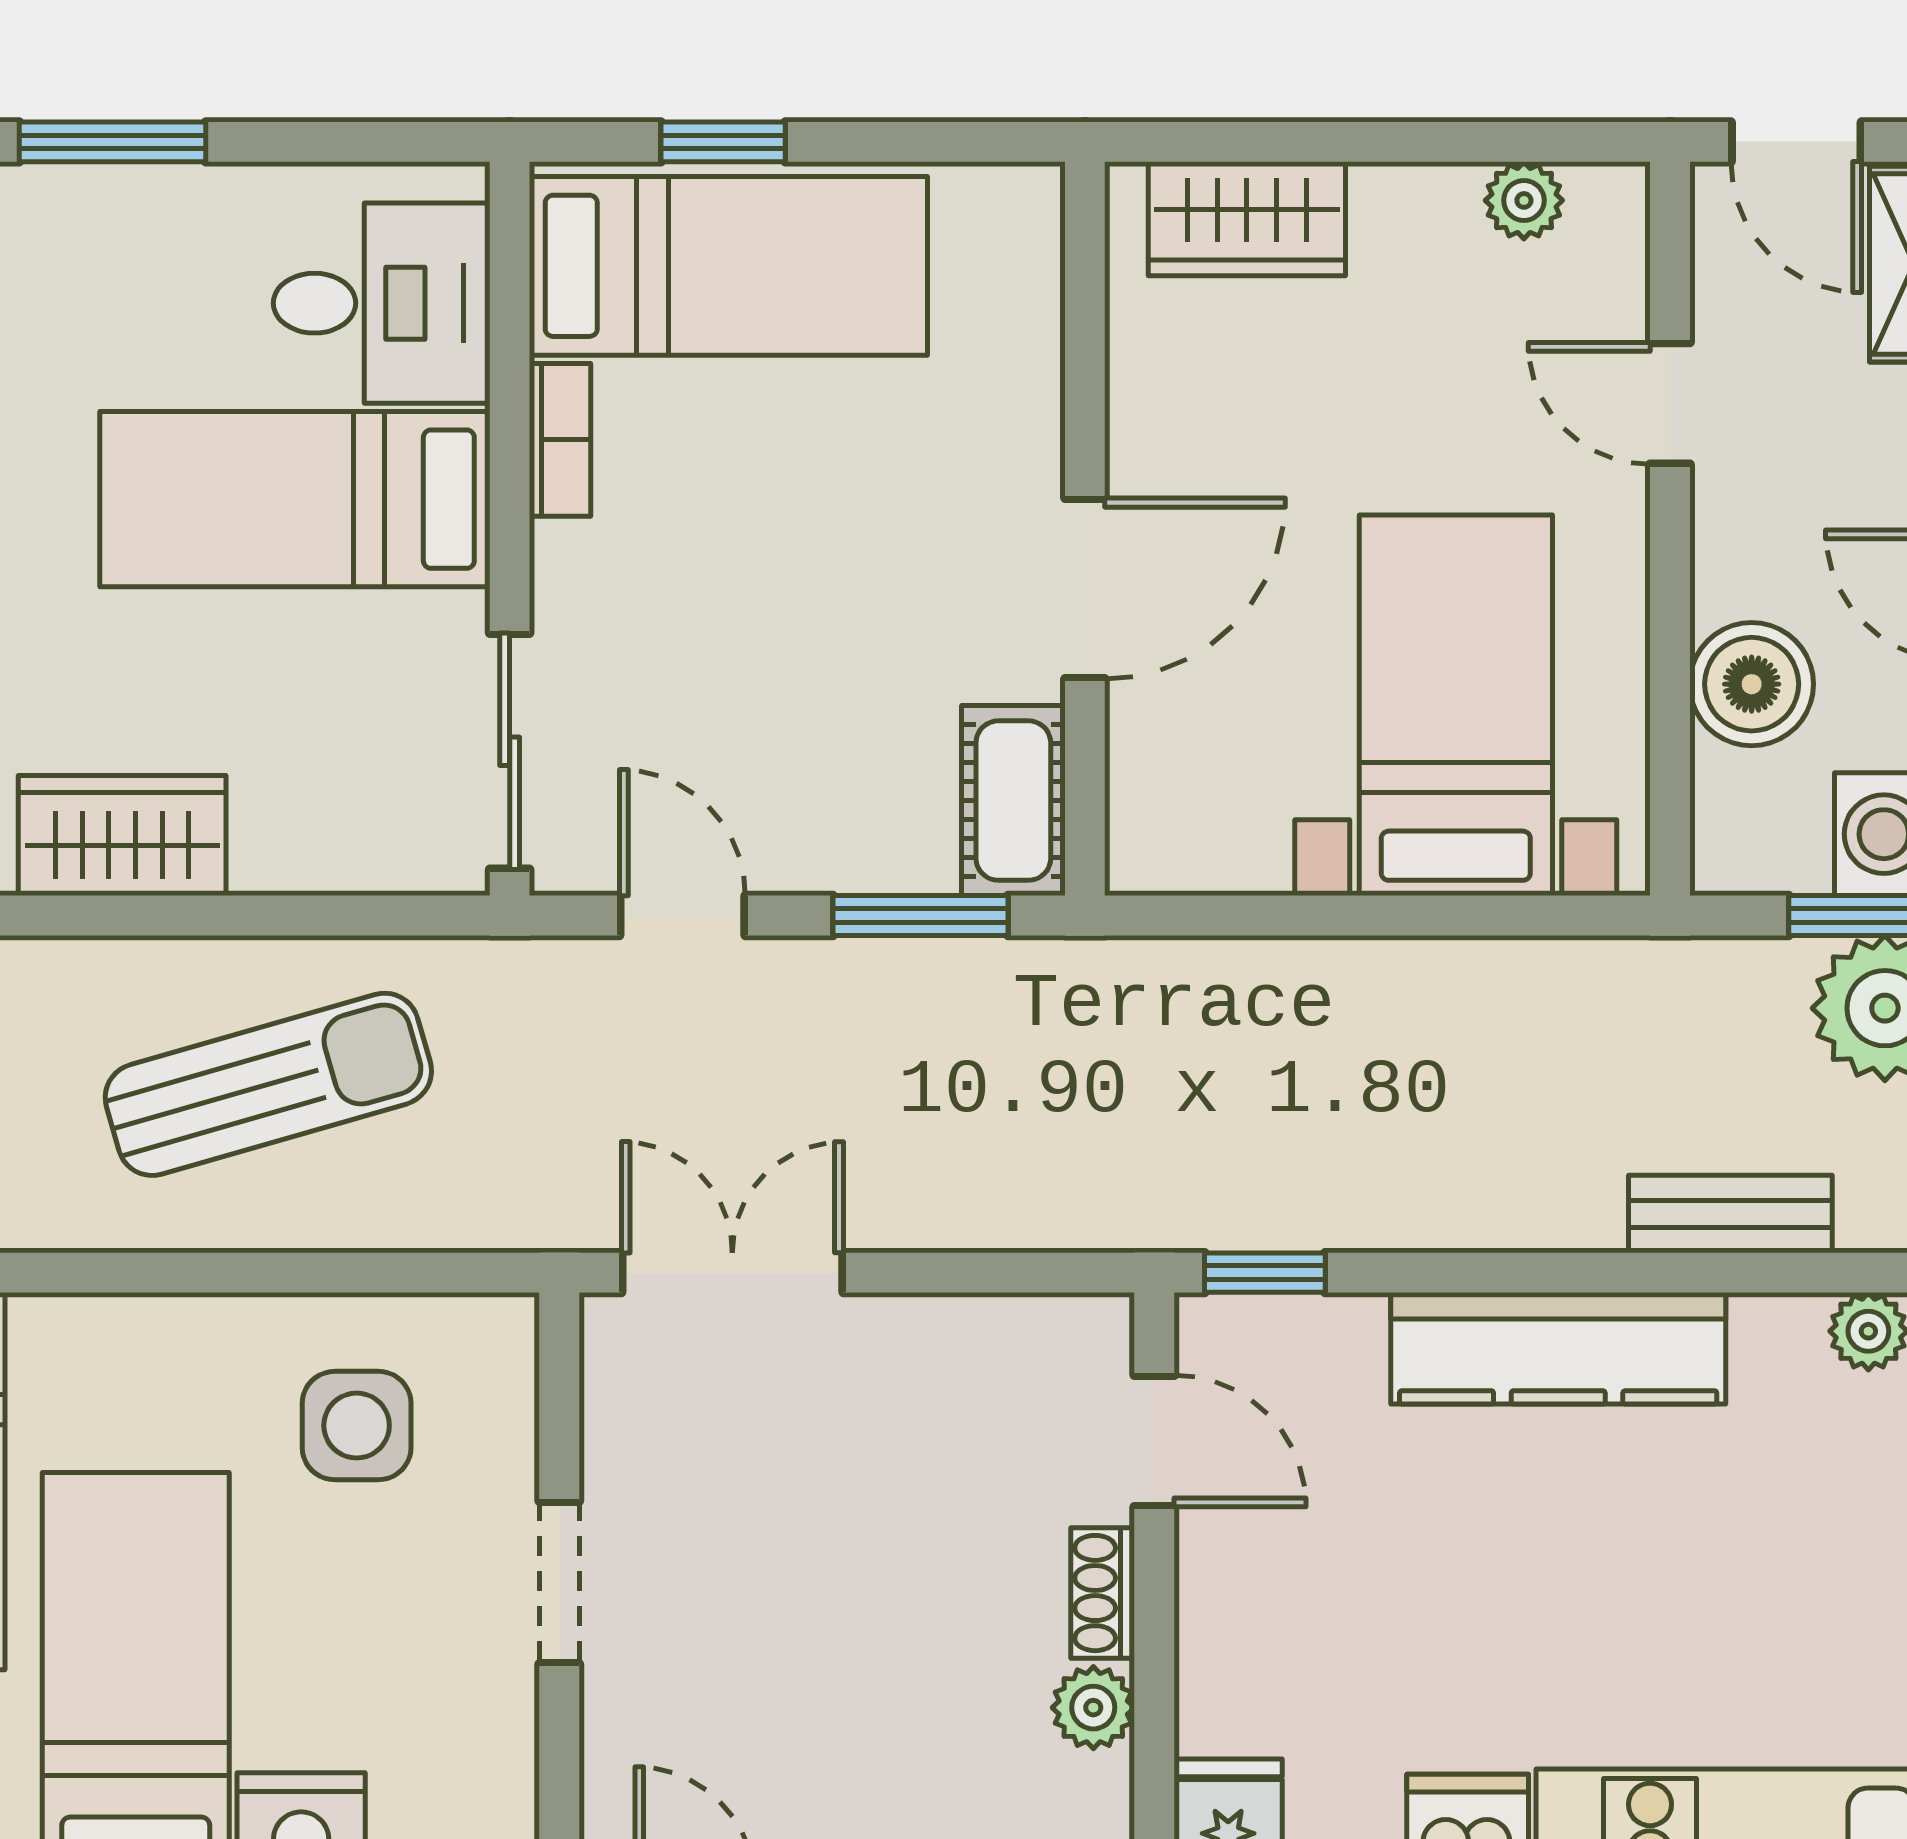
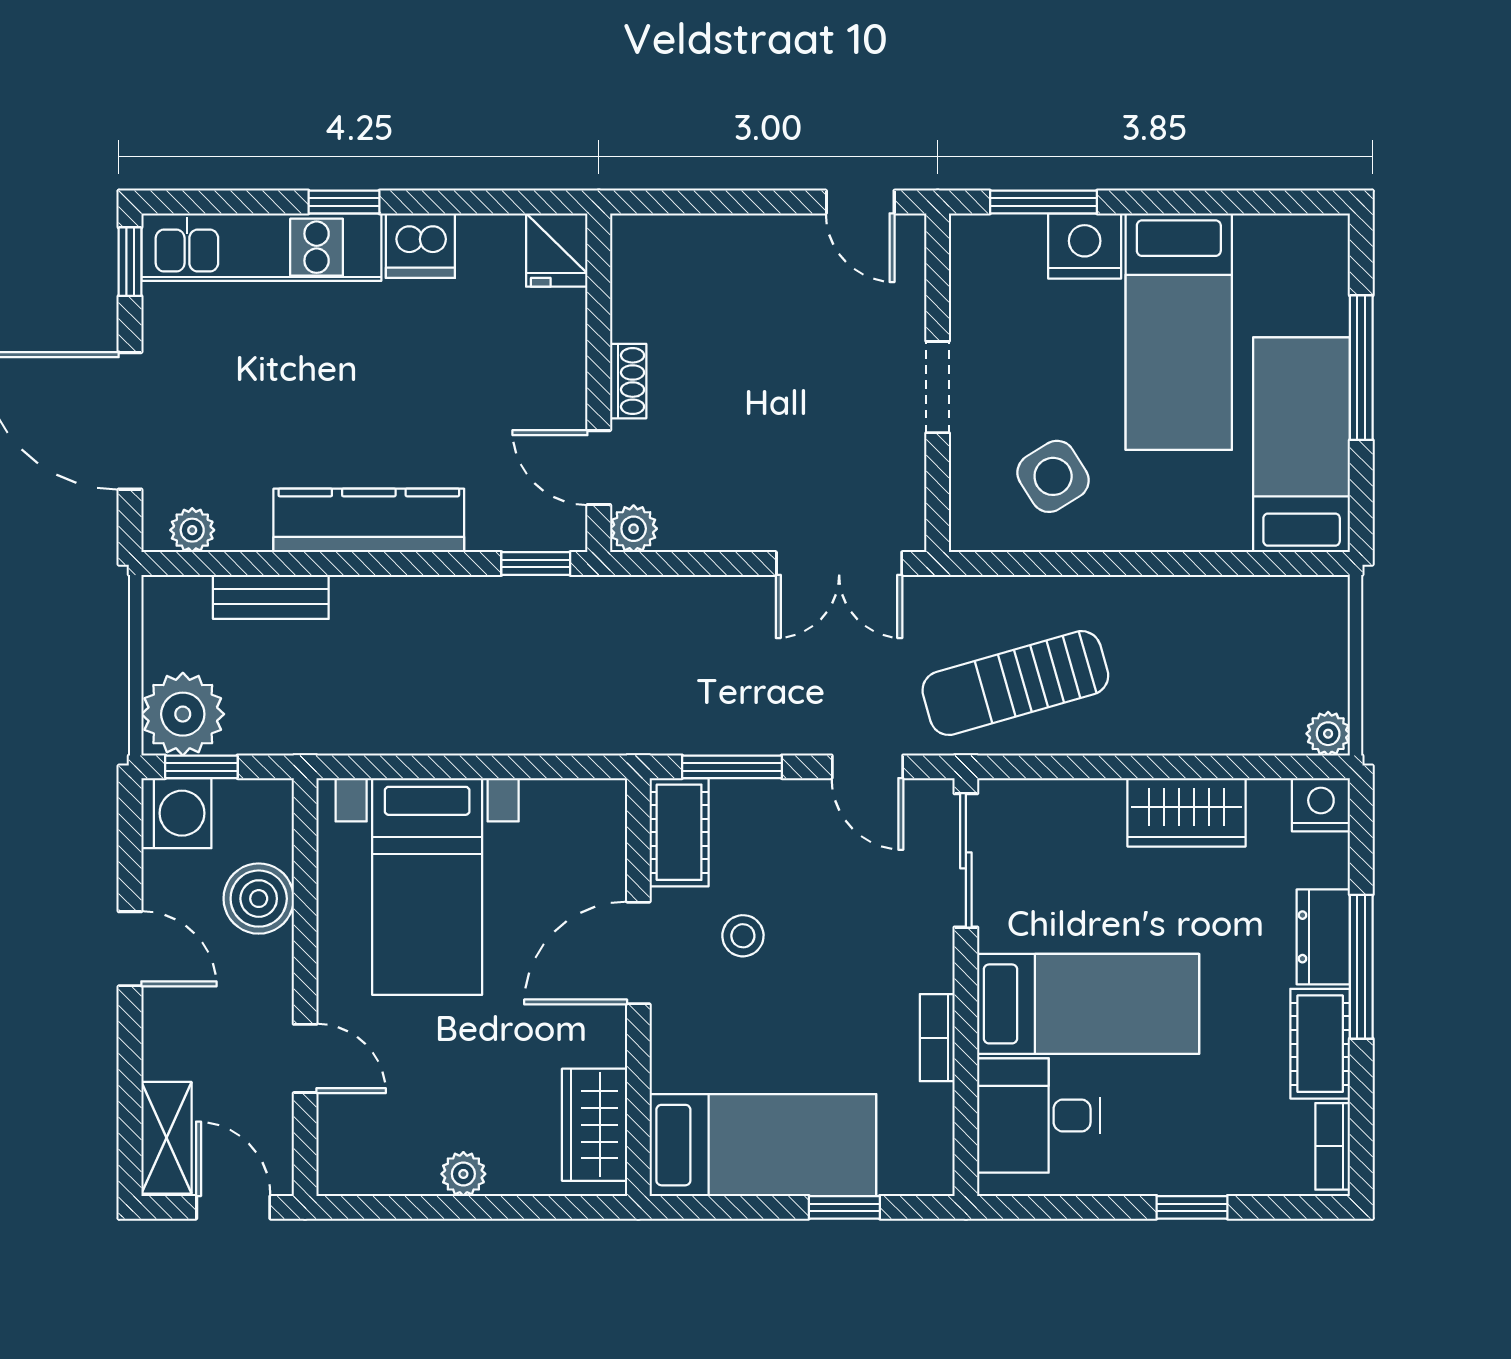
window: (113, 142) -> (1192, 1207), width x0.67
plant: (1524, 200) -> (463, 1174), moved
wardrobe: (1247, 219) -> (595, 1125), moved, turned -90
bed: (728, 266) -> (763, 1145), moved, turned 180
stool: (901, 619) -> (743, 936), added
sun lounger: (268, 1084) -> (1015, 683), moved
side table: (357, 1426) -> (1053, 476), turned -32
plant: (1093, 1708) -> (634, 529), moved

